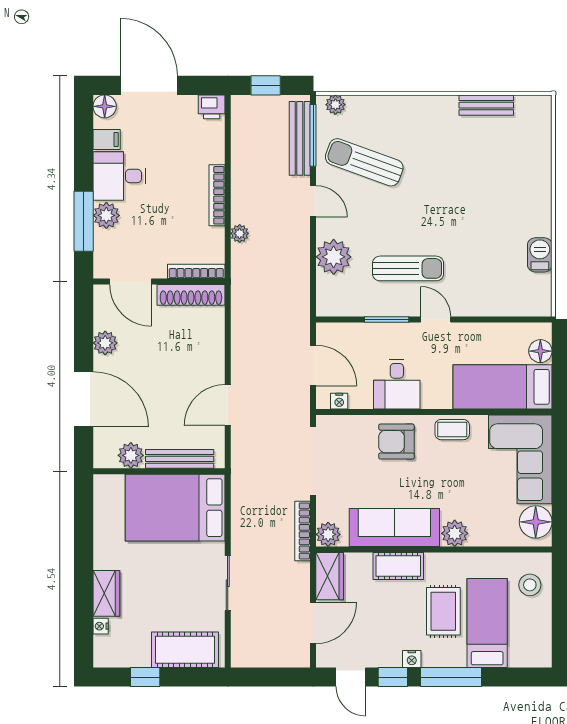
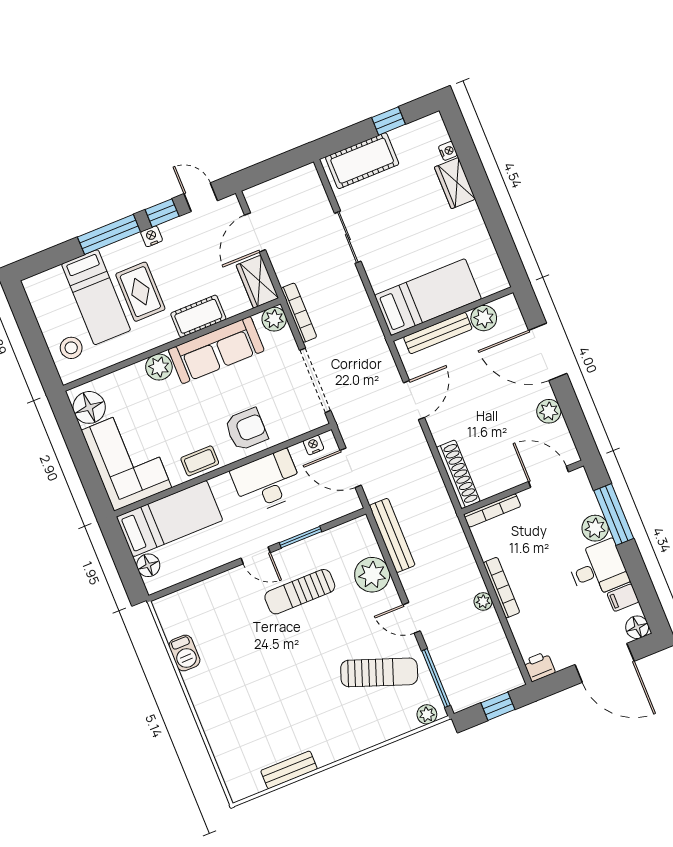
bench: (300, 138) -> (392, 535), moved
plant: (240, 233) -> (483, 601), moved
shoe rack: (191, 295) -> (458, 474), moved, turned 90
desk: (397, 384) -> (267, 482), width x1.37
bed: (175, 508) -> (428, 297), width x0.67

